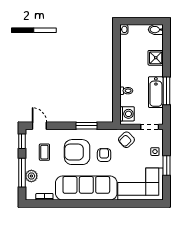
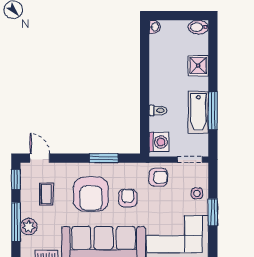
armchair: (126, 140) -> (158, 177), turned -136
armchair: (77, 152) -> (91, 194), turned -90

